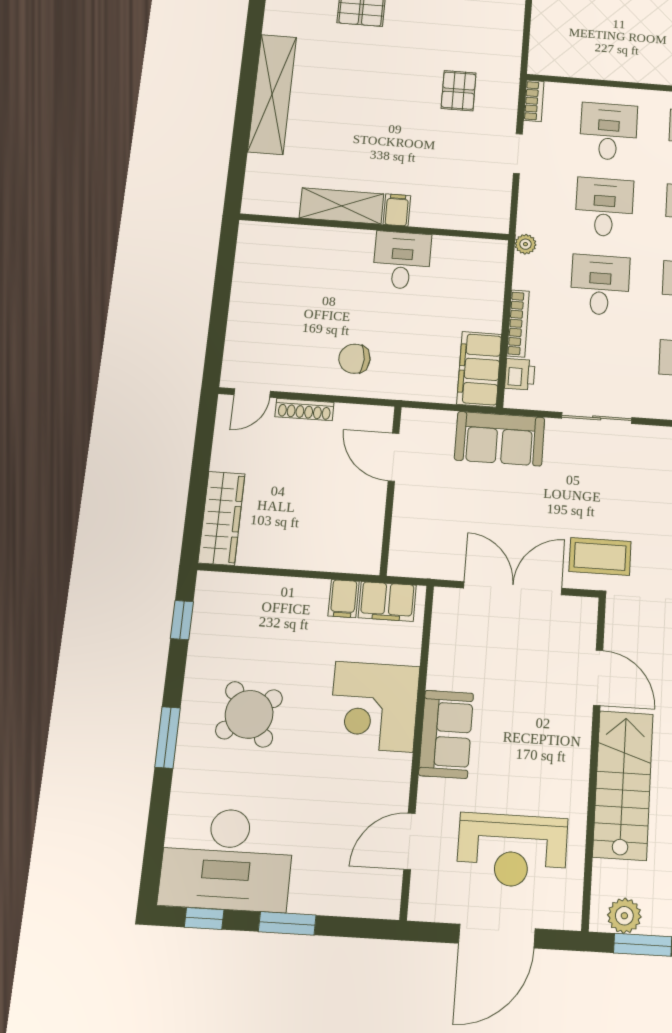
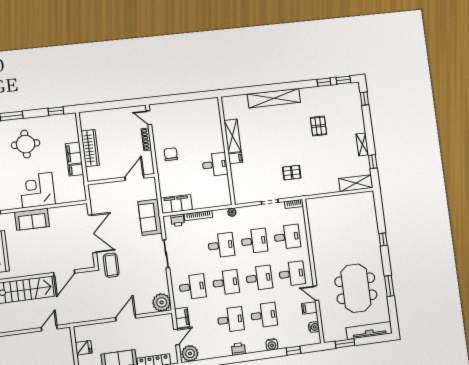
wardrobe: (222, 518) -> (90, 148), moved, turned -90
filing cabinet: (387, 601) -> (74, 153), moved
round table: (249, 714) -> (26, 144), turned 37

